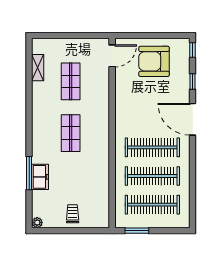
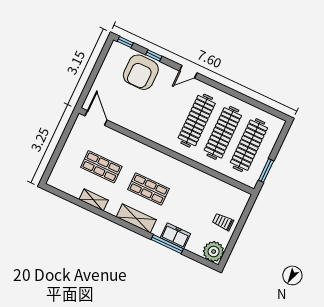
armchair: (154, 61) -> (141, 72), moved
shelving: (38, 68) -> (94, 200), moved
door: (193, 119) -> (188, 72), width x0.53
shelving: (39, 134) -> (136, 218), added
plant: (37, 223) -> (214, 252), width x1.88, depth x1.88

